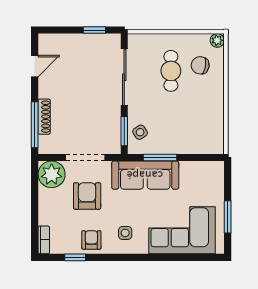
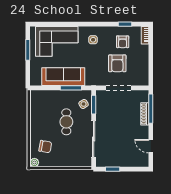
door: (35, 66) -> (151, 146), hinge flipped
cafe table: (171, 71) -> (66, 122), moved
plant: (52, 174) -> (140, 77), removed
sofa: (145, 175) -> (63, 77), moved
armchair: (91, 240) -> (123, 42), moved

